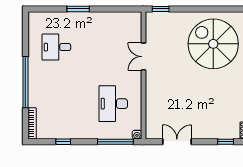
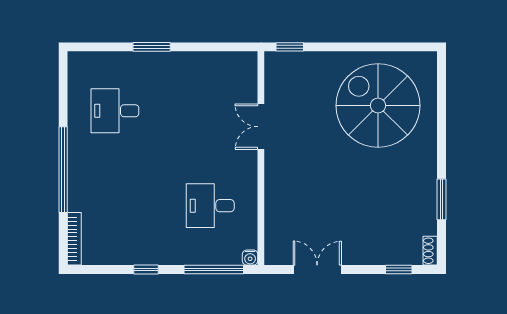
desk: (113, 104) -> (210, 206), width x0.73
window: (63, 142) -> (146, 270), moved

